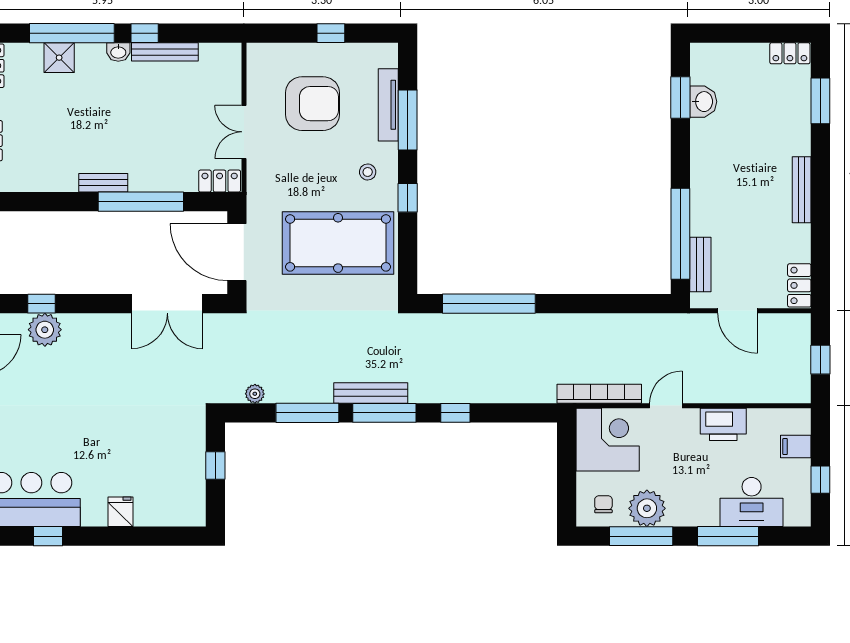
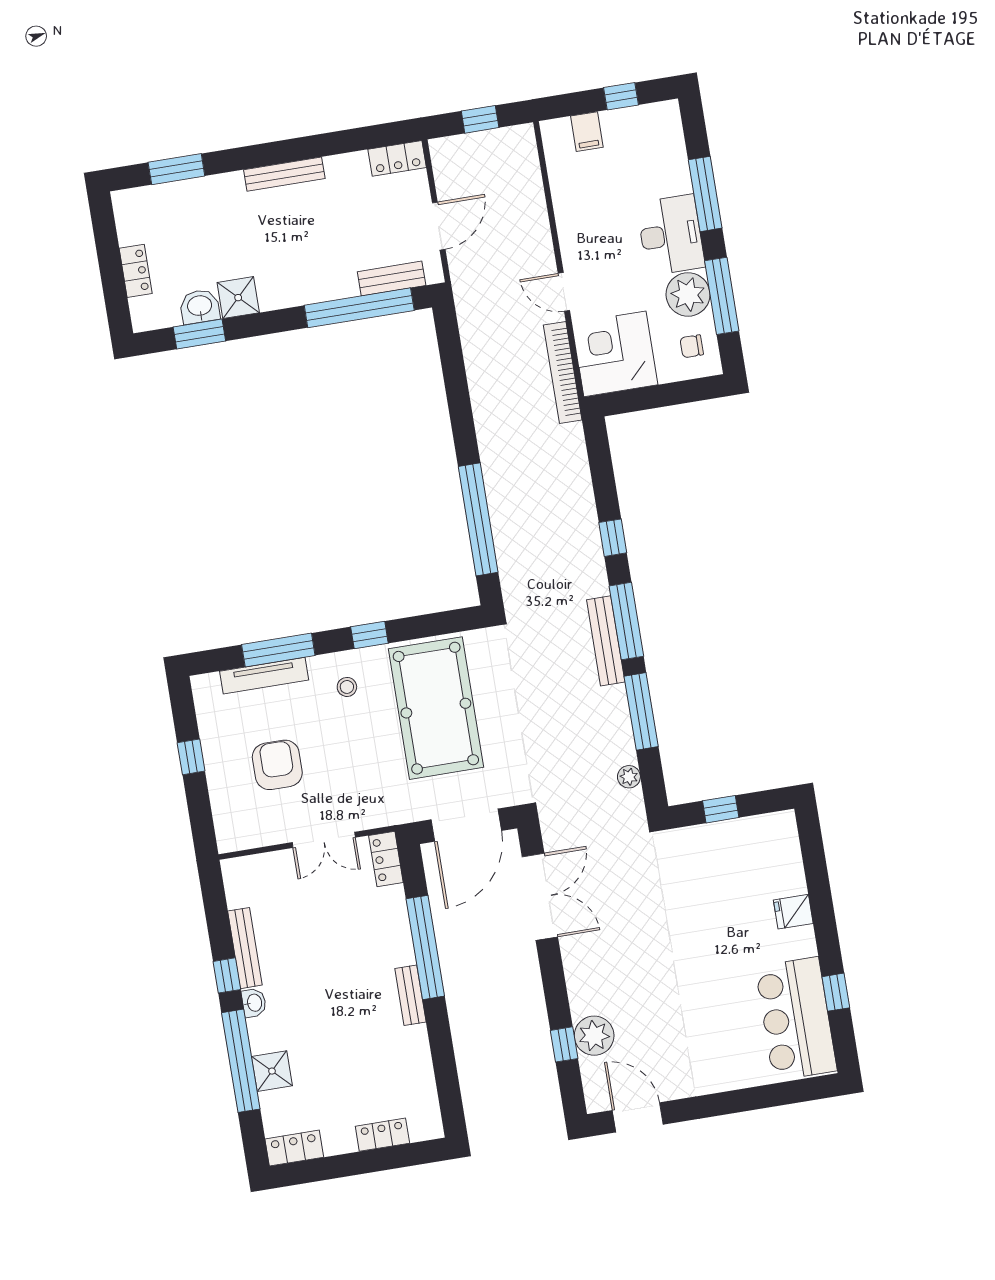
locker: (790, 53) -> (136, 271), moved
armchair: (312, 104) -> (277, 765), width x0.73, depth x0.73
shower: (705, 135) -> (238, 298), added
printer: (723, 424) -> (575, 221), removed
desk: (752, 502) -> (671, 235), moved

